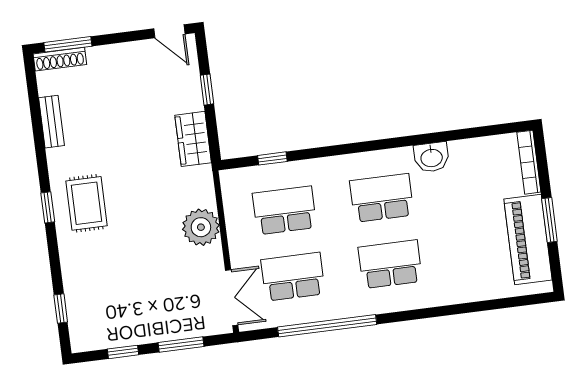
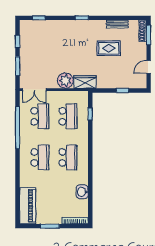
door: (169, 31) -> (149, 67), moved
wardrobe: (193, 139) -> (85, 82), moved
washbasin: (431, 157) -> (82, 192), moved
rug: (86, 203) -> (109, 48), moved
piano: (528, 240) -> (28, 206), moved, turned 90

